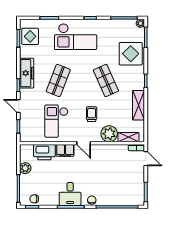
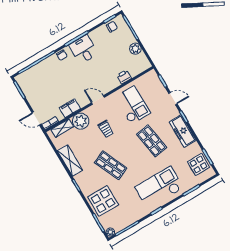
shop shelf: (58, 80) -> (152, 141), turned -30
filing cabinet: (65, 150) -> (70, 108), moved
printer: (44, 152) -> (124, 77), width x0.53, depth x0.68

